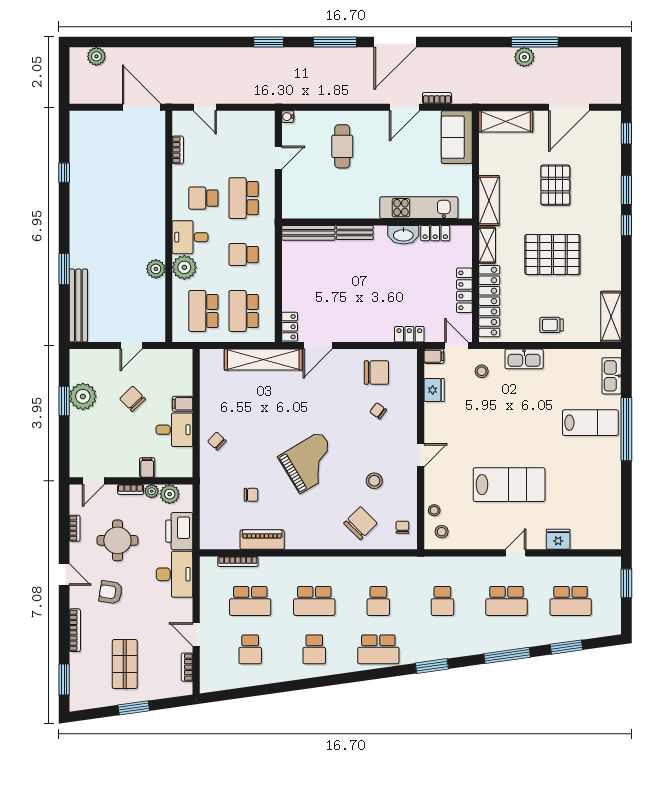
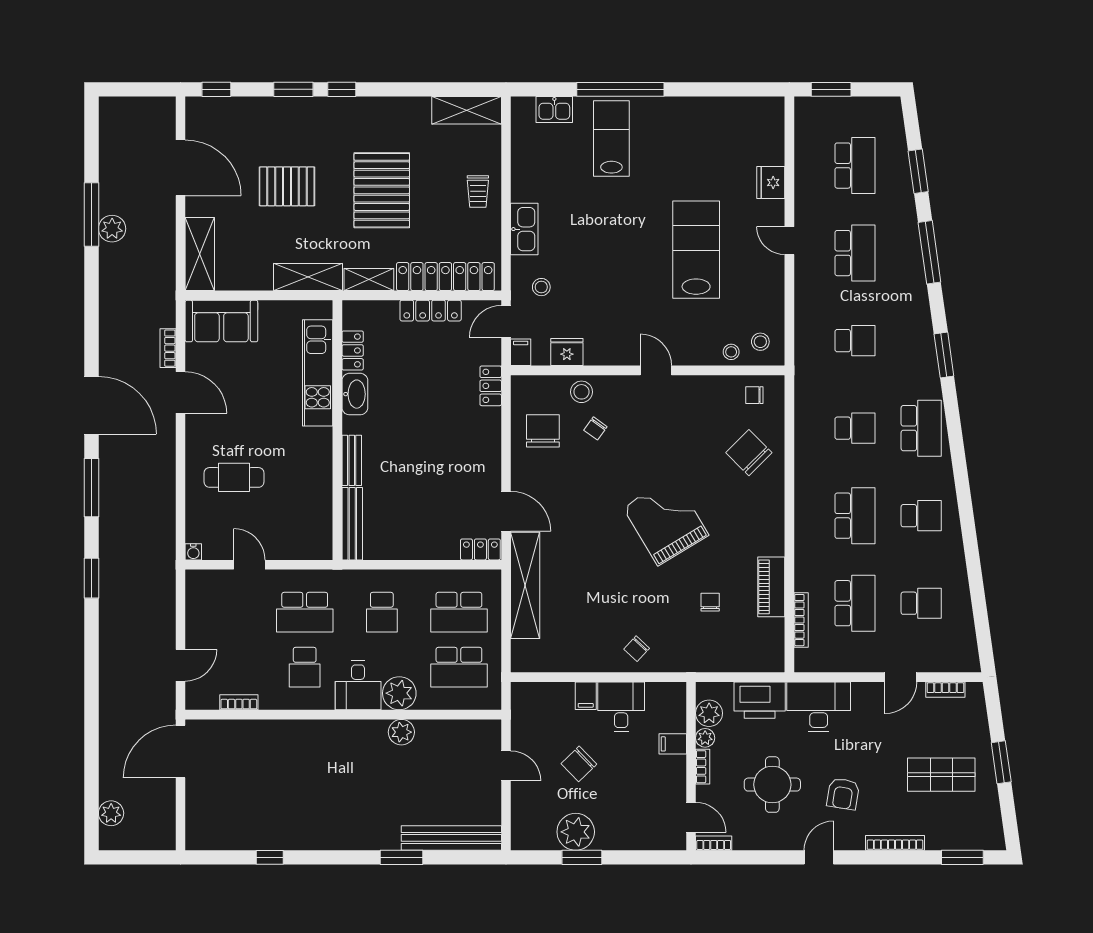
kitchen sink: (612, 376) -> (554, 109), width x0.73
stool: (374, 481) -> (582, 392), moved
bookcase: (75, 528) -> (714, 843), moved

